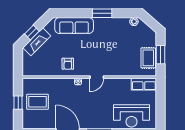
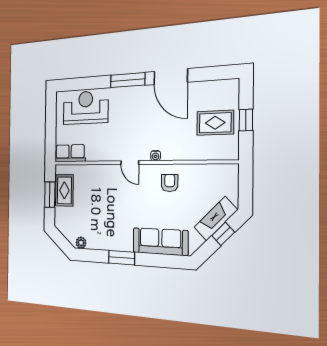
door: (97, 77) -> (130, 163), swing flipped

